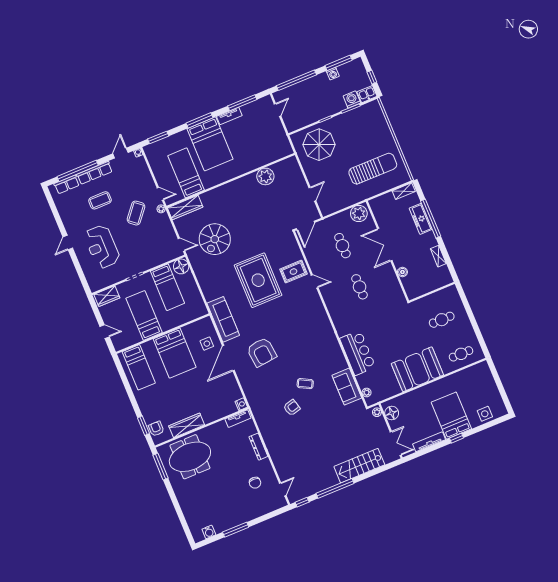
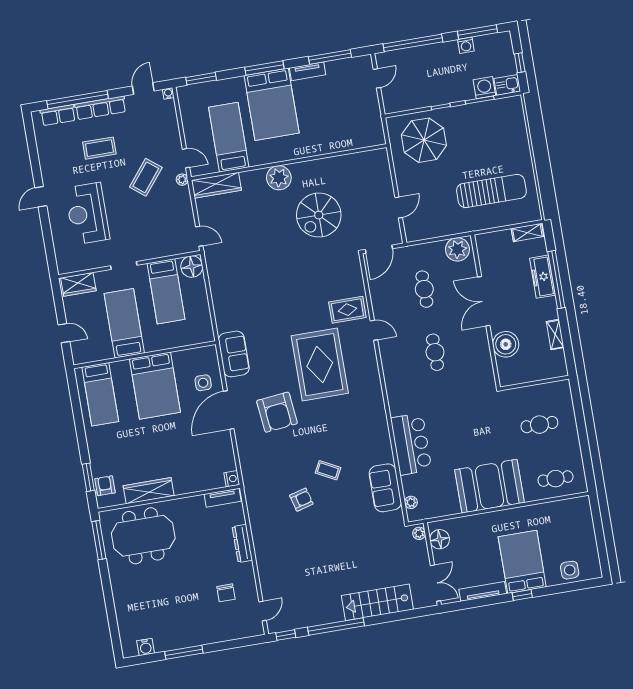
plant: (265, 176) -> (279, 178), moved
spiral stairs: (215, 239) -> (319, 215), moved
boiler: (402, 272) -> (506, 344), width x1.86, depth x1.86
rug: (258, 280) -> (320, 365), moved
sofa: (223, 319) -> (234, 354), width x0.73

